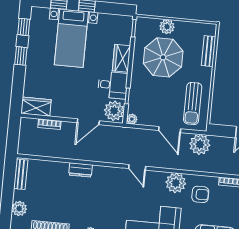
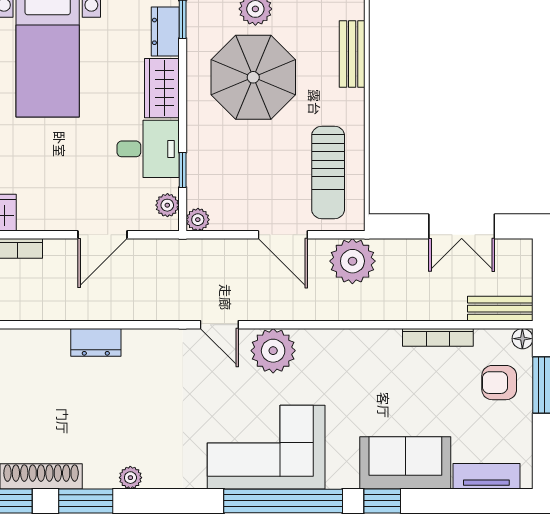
dresser: (125, 33) -> (165, 31), added
plant: (114, 111) -> (167, 205), width x0.53, depth x0.53
plant: (176, 183) -> (273, 351), moved
armchair: (200, 194) -> (364, 371), removed

